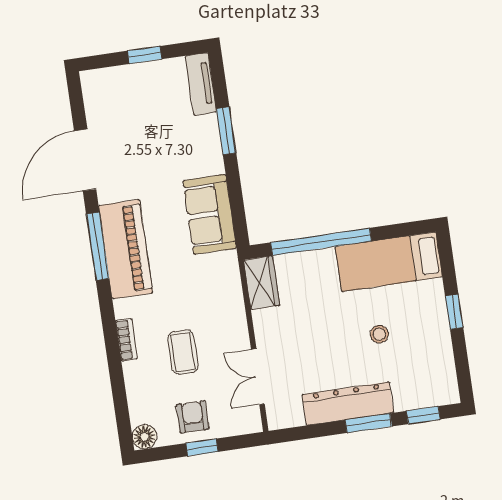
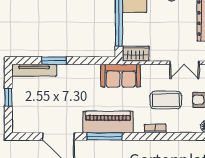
tv unit: (201, 84) -> (34, 70), width x1.41
sofa: (210, 214) -> (121, 76), moved
coffee table: (183, 352) -> (166, 100), width x1.36, depth x1.30

